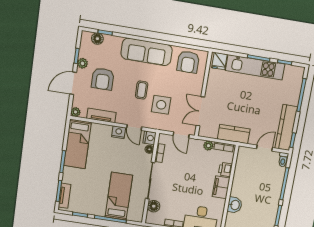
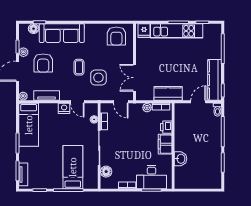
sofa: (147, 52) -> (62, 33), moved
nightstand: (149, 138) -> (93, 109), removed

